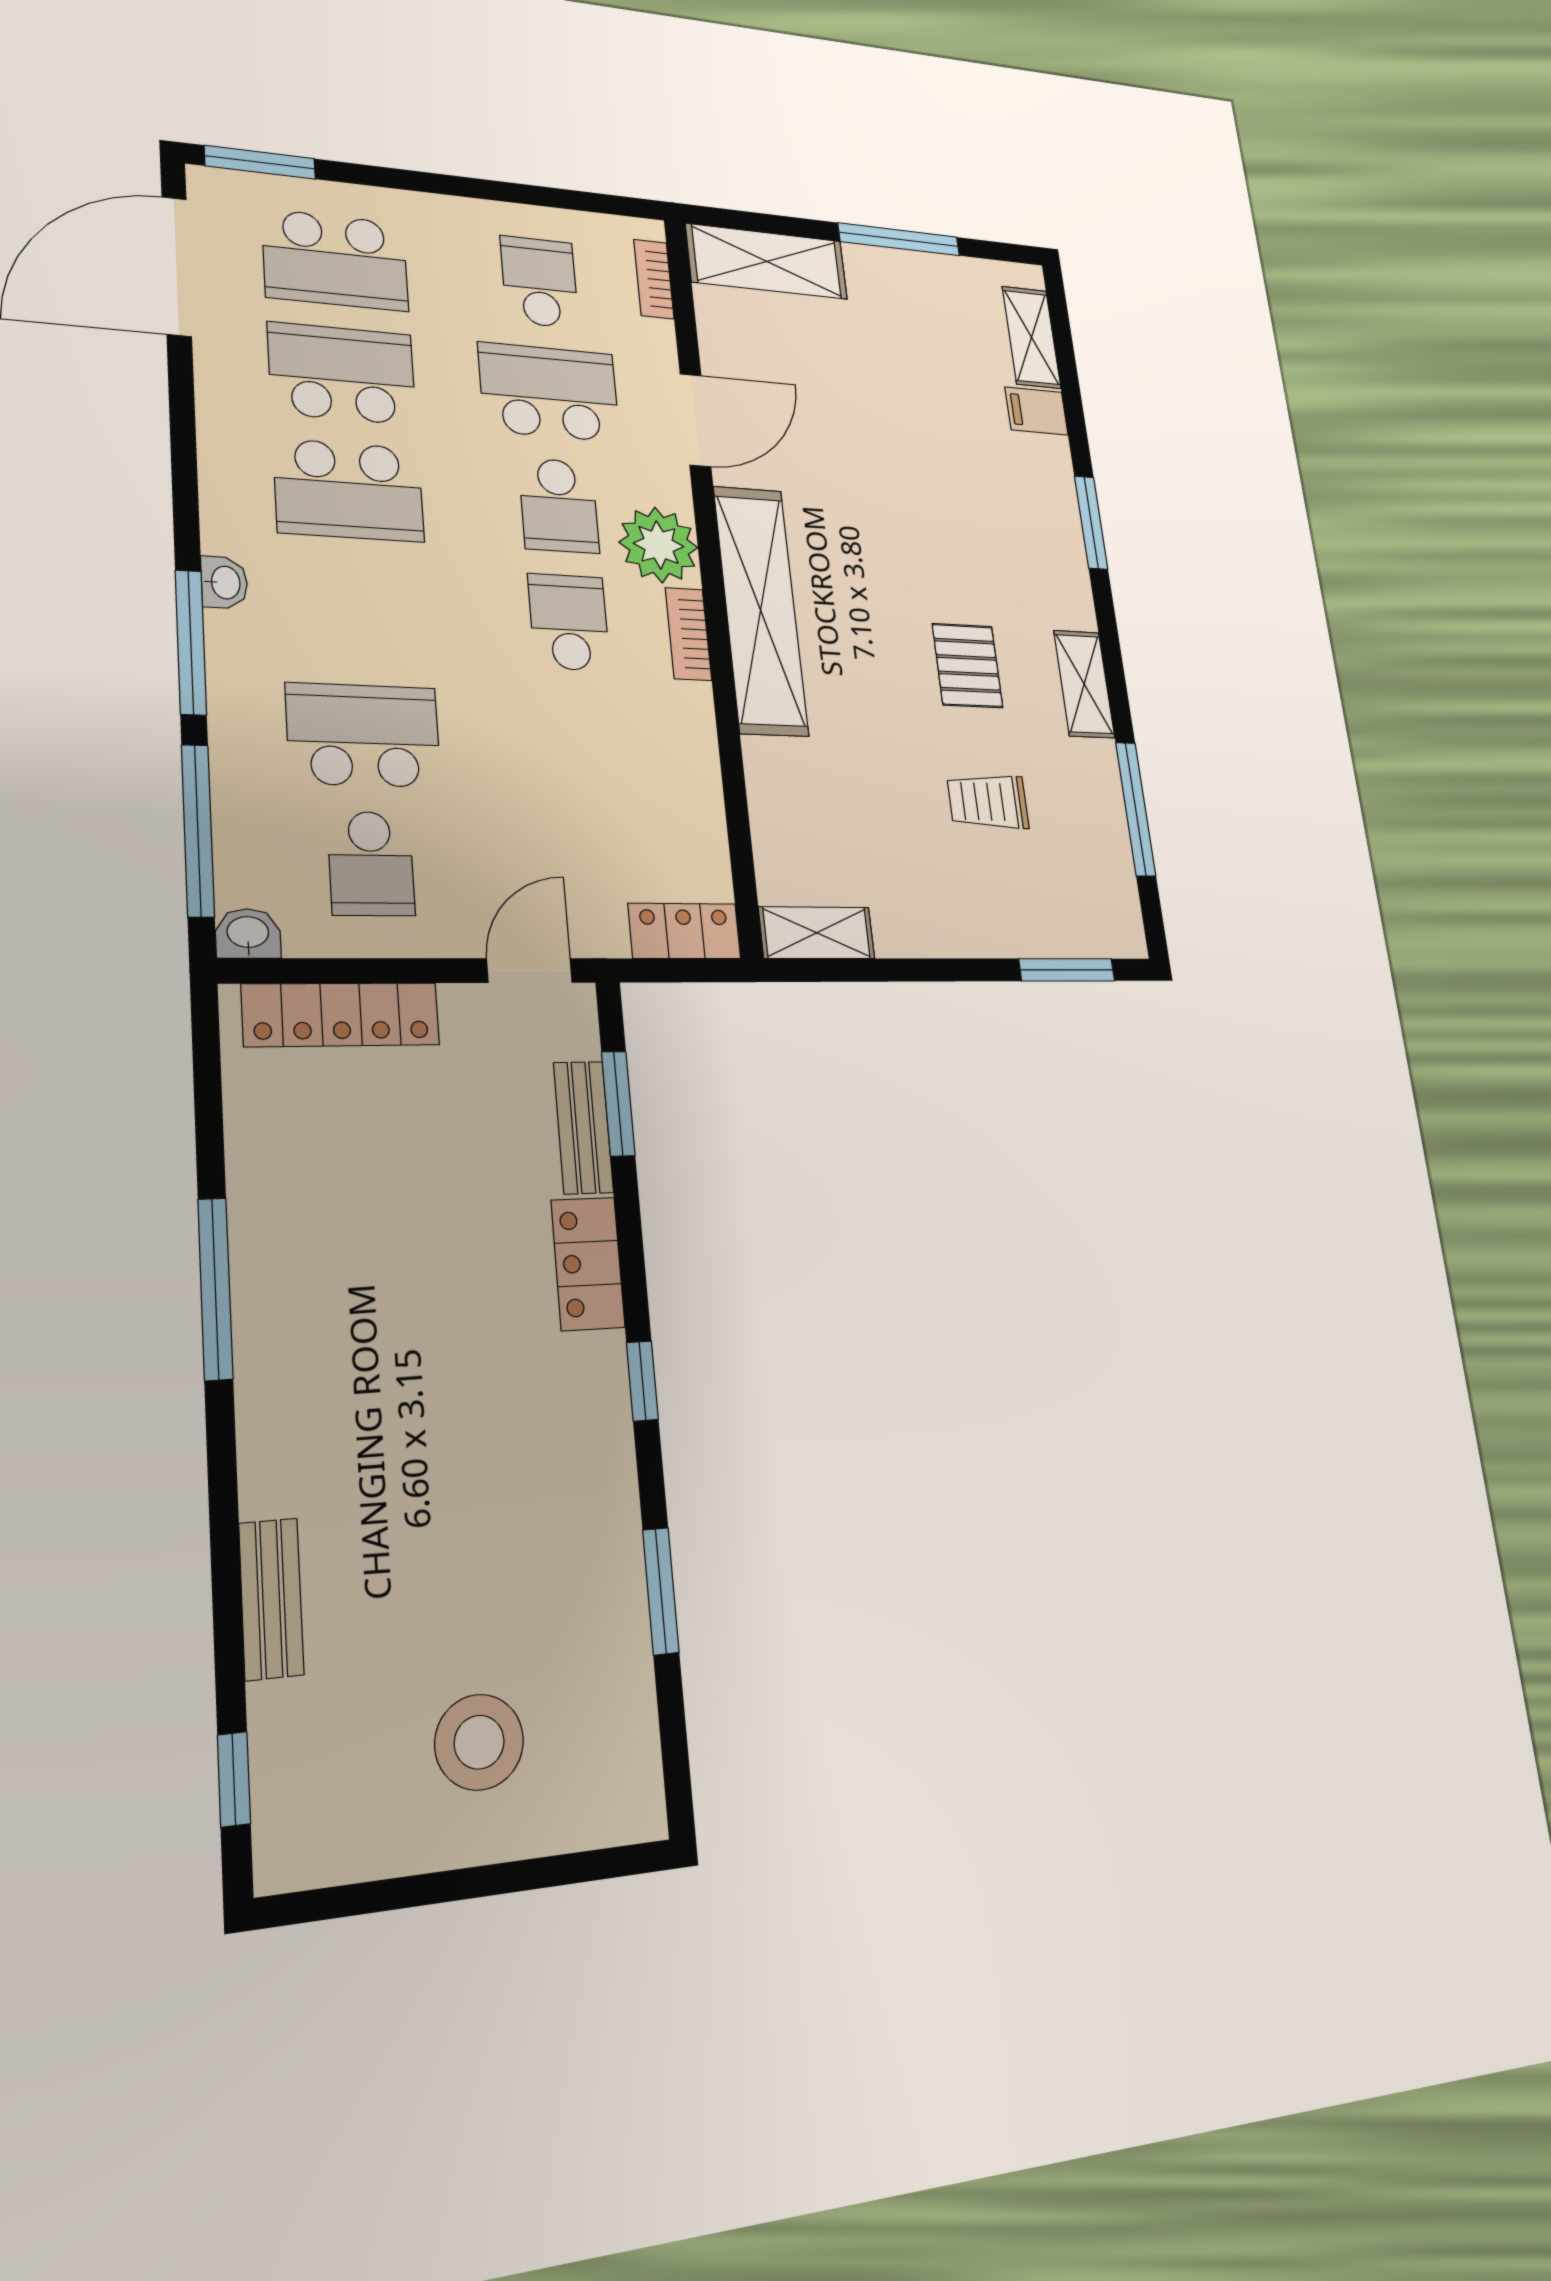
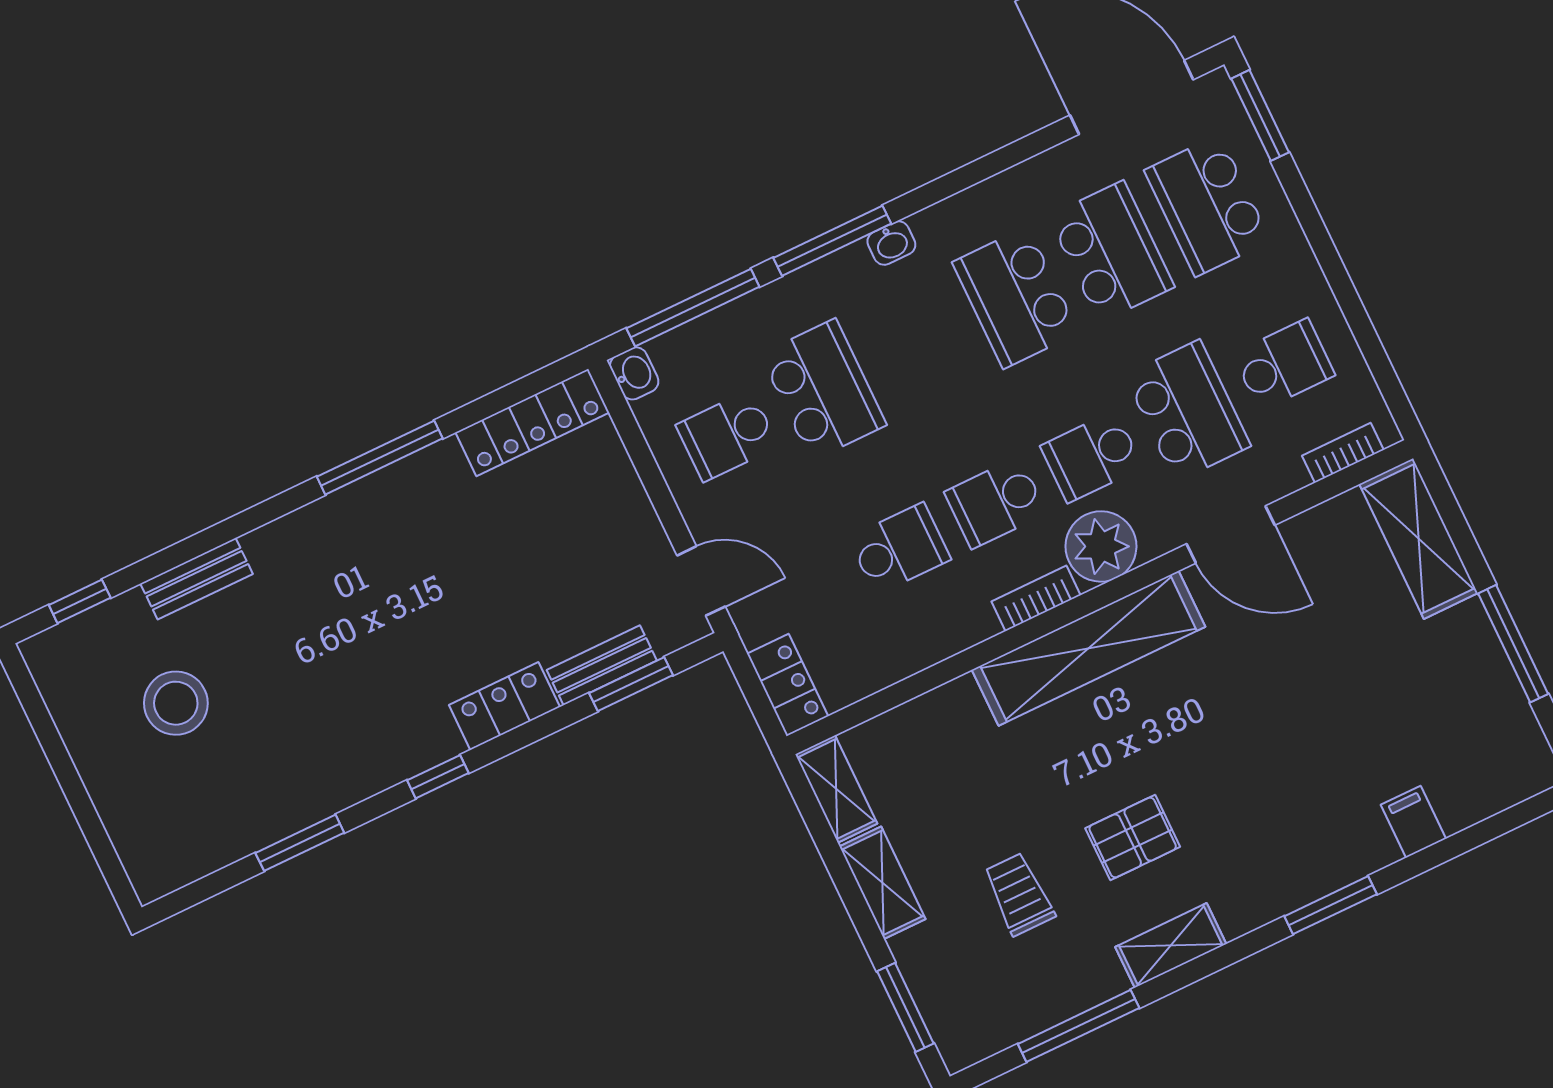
shelving: (1031, 337) -> (882, 883), moved, turned 90
school desk: (569, 622) -> (996, 503), turned 180
school desk: (579, 743) -> (899, 549), added
locker: (341, 1015) -> (532, 423), moved, turned -90
stool: (479, 1742) -> (176, 703), moved

